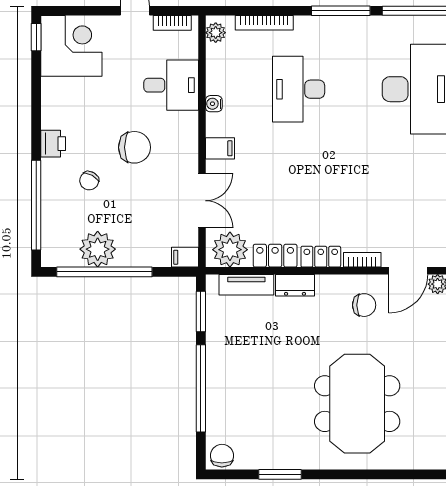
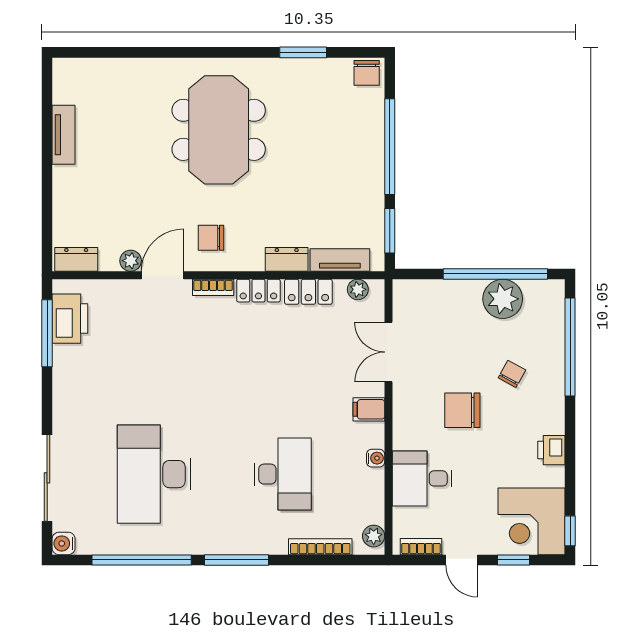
window: (88, 11) -> (514, 560), added
printer: (53, 144) -> (551, 450), moved
plant: (230, 250) -> (358, 289), width x0.53, depth x0.53
filing cabinet: (185, 257) -> (407, 290), removed

